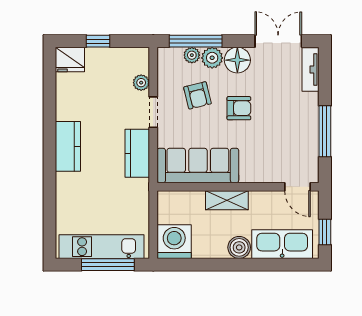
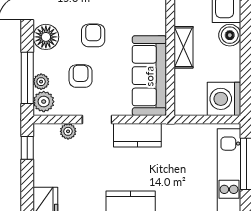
window: (98, 41) -> (27, 148), moved
plant: (212, 58) -> (44, 102), moved
armchair: (197, 95) -> (81, 76), turned -76

